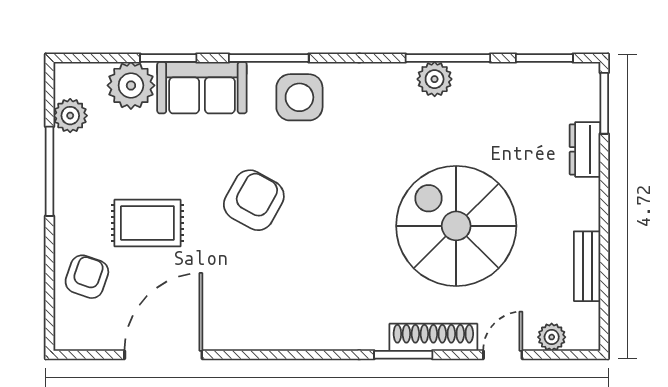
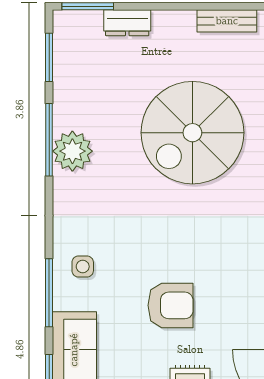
plant: (435, 79) -> (72, 151), width x1.36, depth x1.36
side table: (299, 97) -> (83, 267), width x0.54, depth x0.54
armchair: (254, 200) -> (170, 305), turned 151

